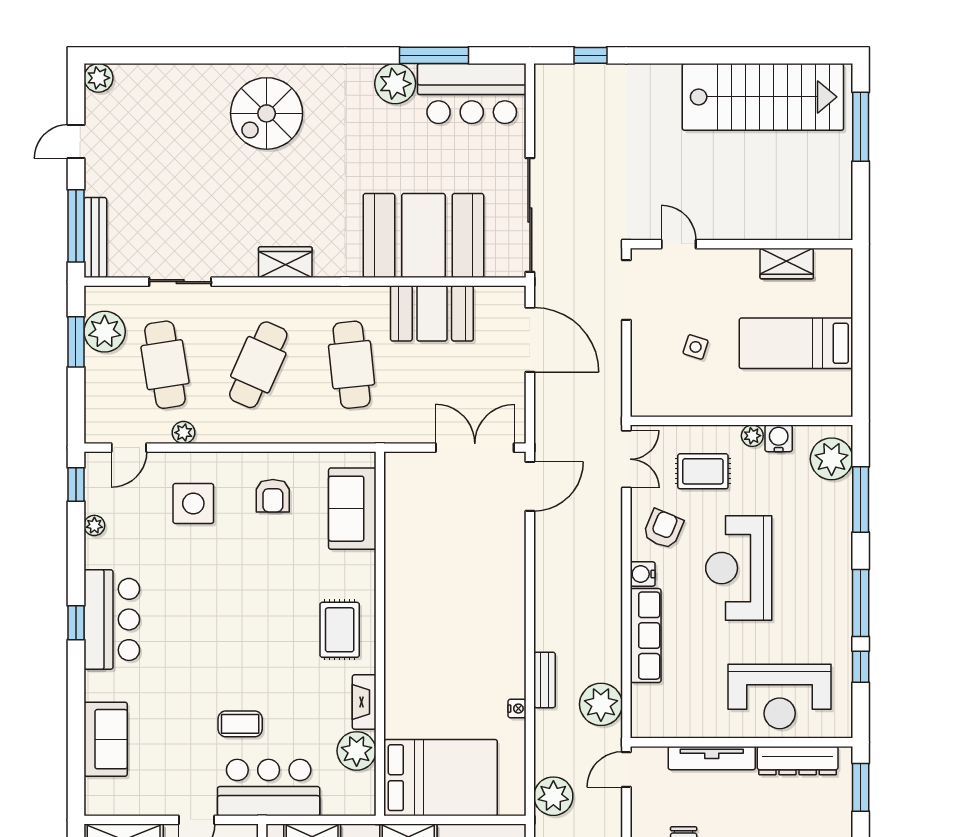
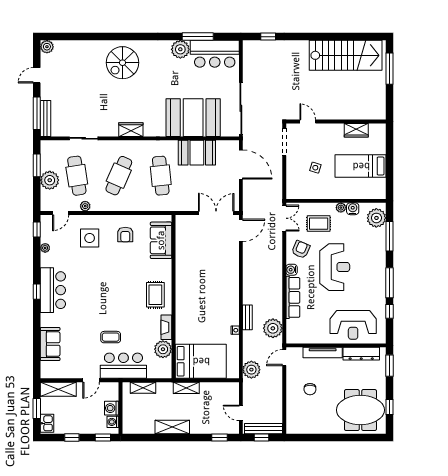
plant: (105, 332) -> (50, 180), moved
reception desk: (739, 568) -> (335, 267), turned 180

